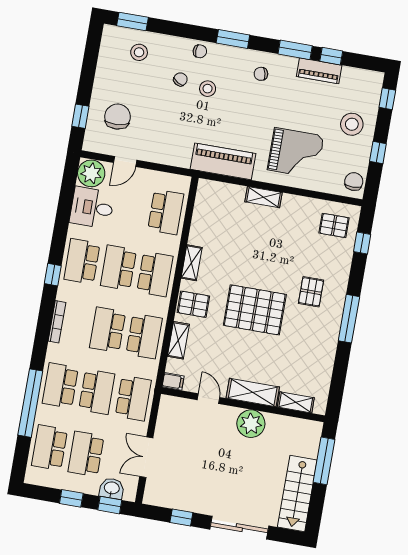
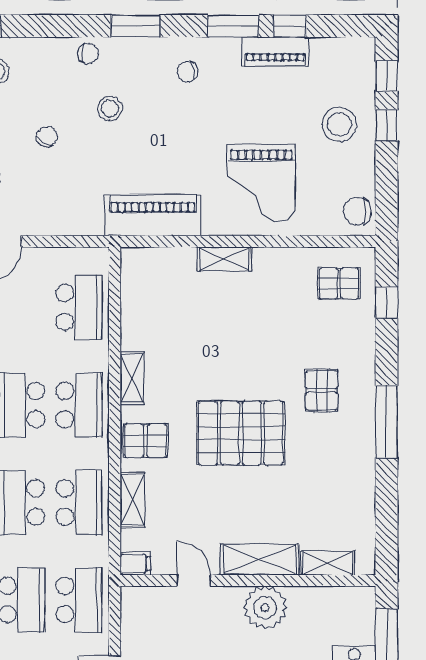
chair: (180, 79) -> (47, 137), moved
grand piano: (296, 153) -> (261, 183), turned 90
window: (378, 153) -> (387, 125), moved
chair: (354, 182) -> (357, 211), turned -90

